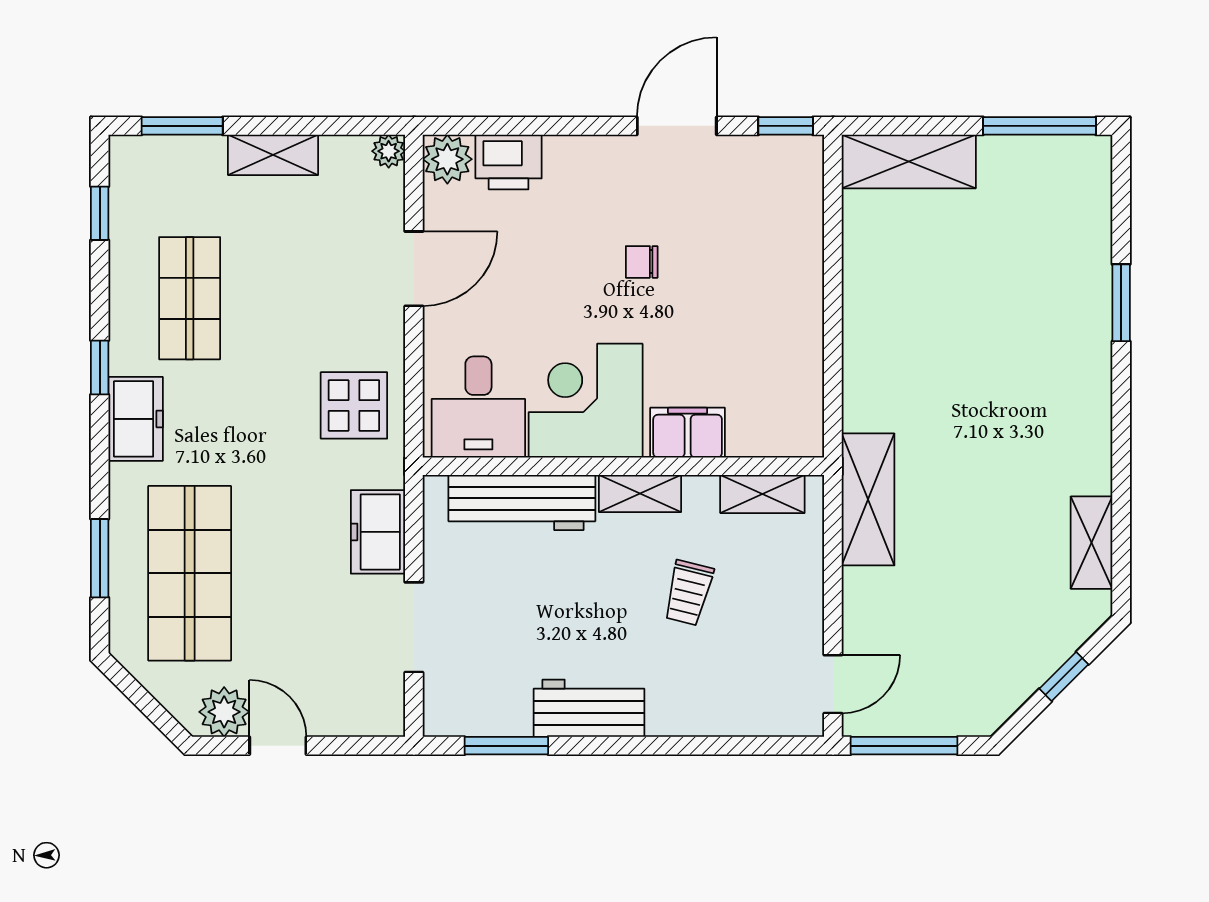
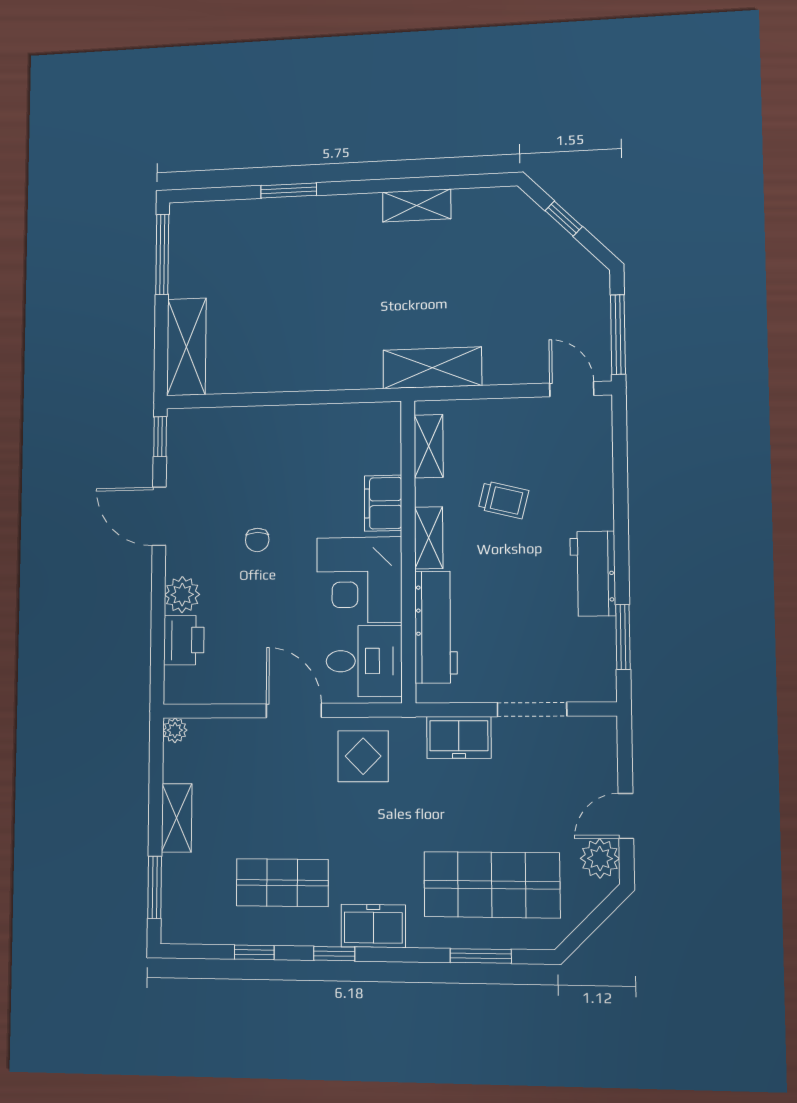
plant: (447, 159) -> (182, 595), moved
window: (100, 213) -> (254, 952), moved
door: (414, 269) -> (294, 711), moved
shelving: (1091, 543) -> (417, 205), moved

